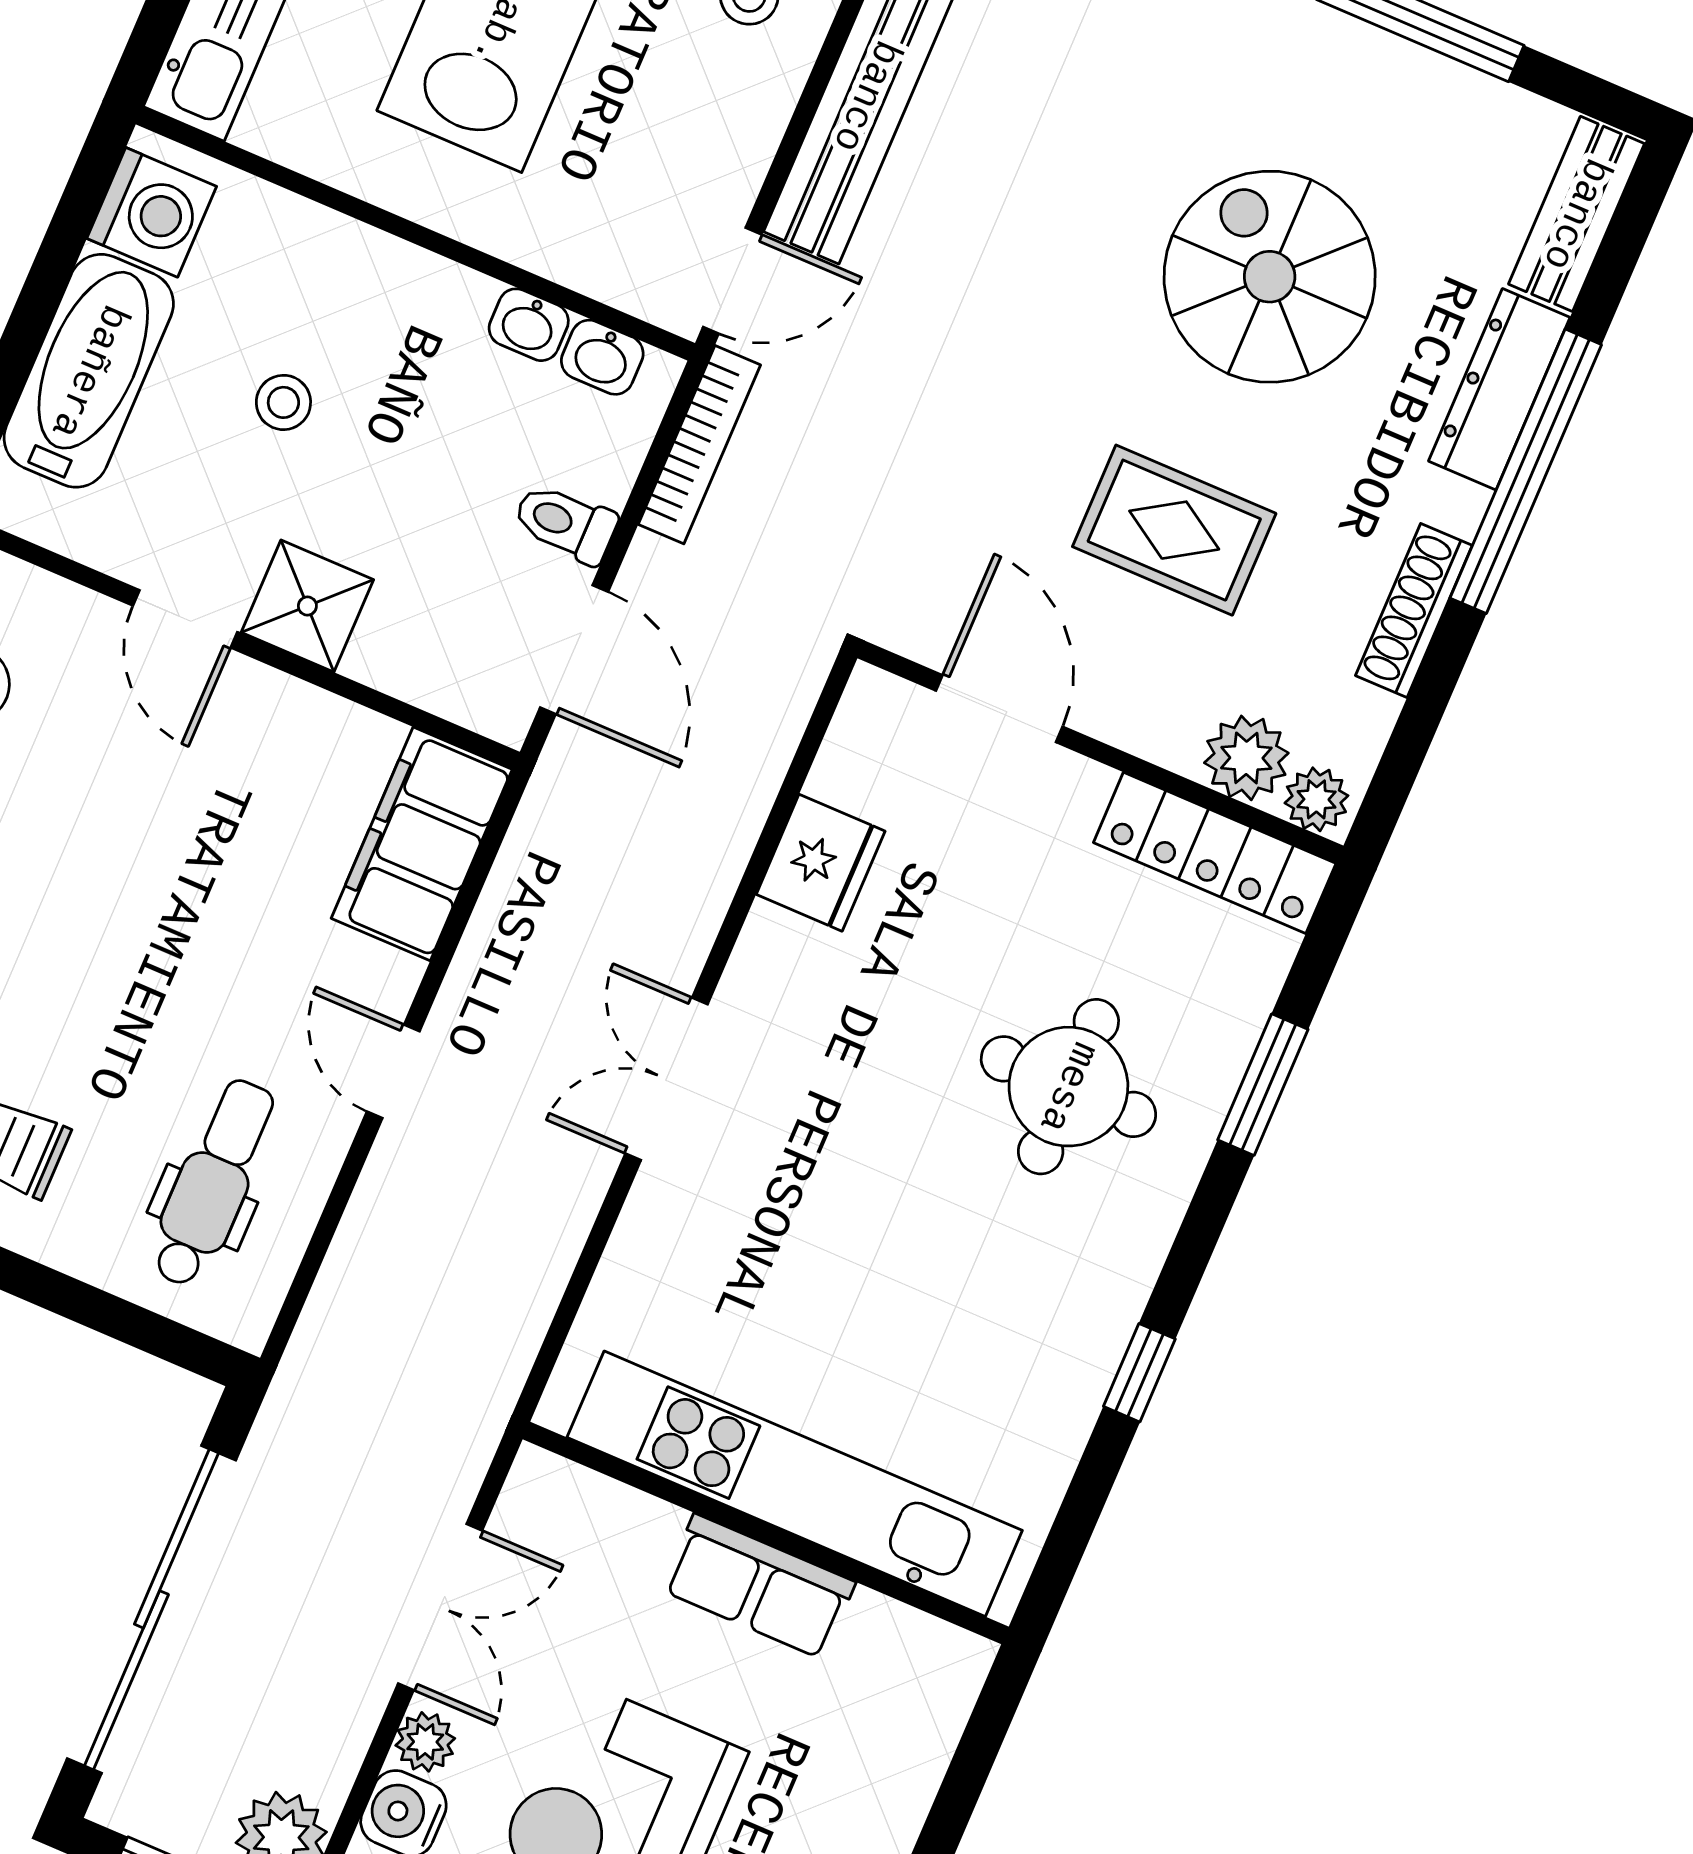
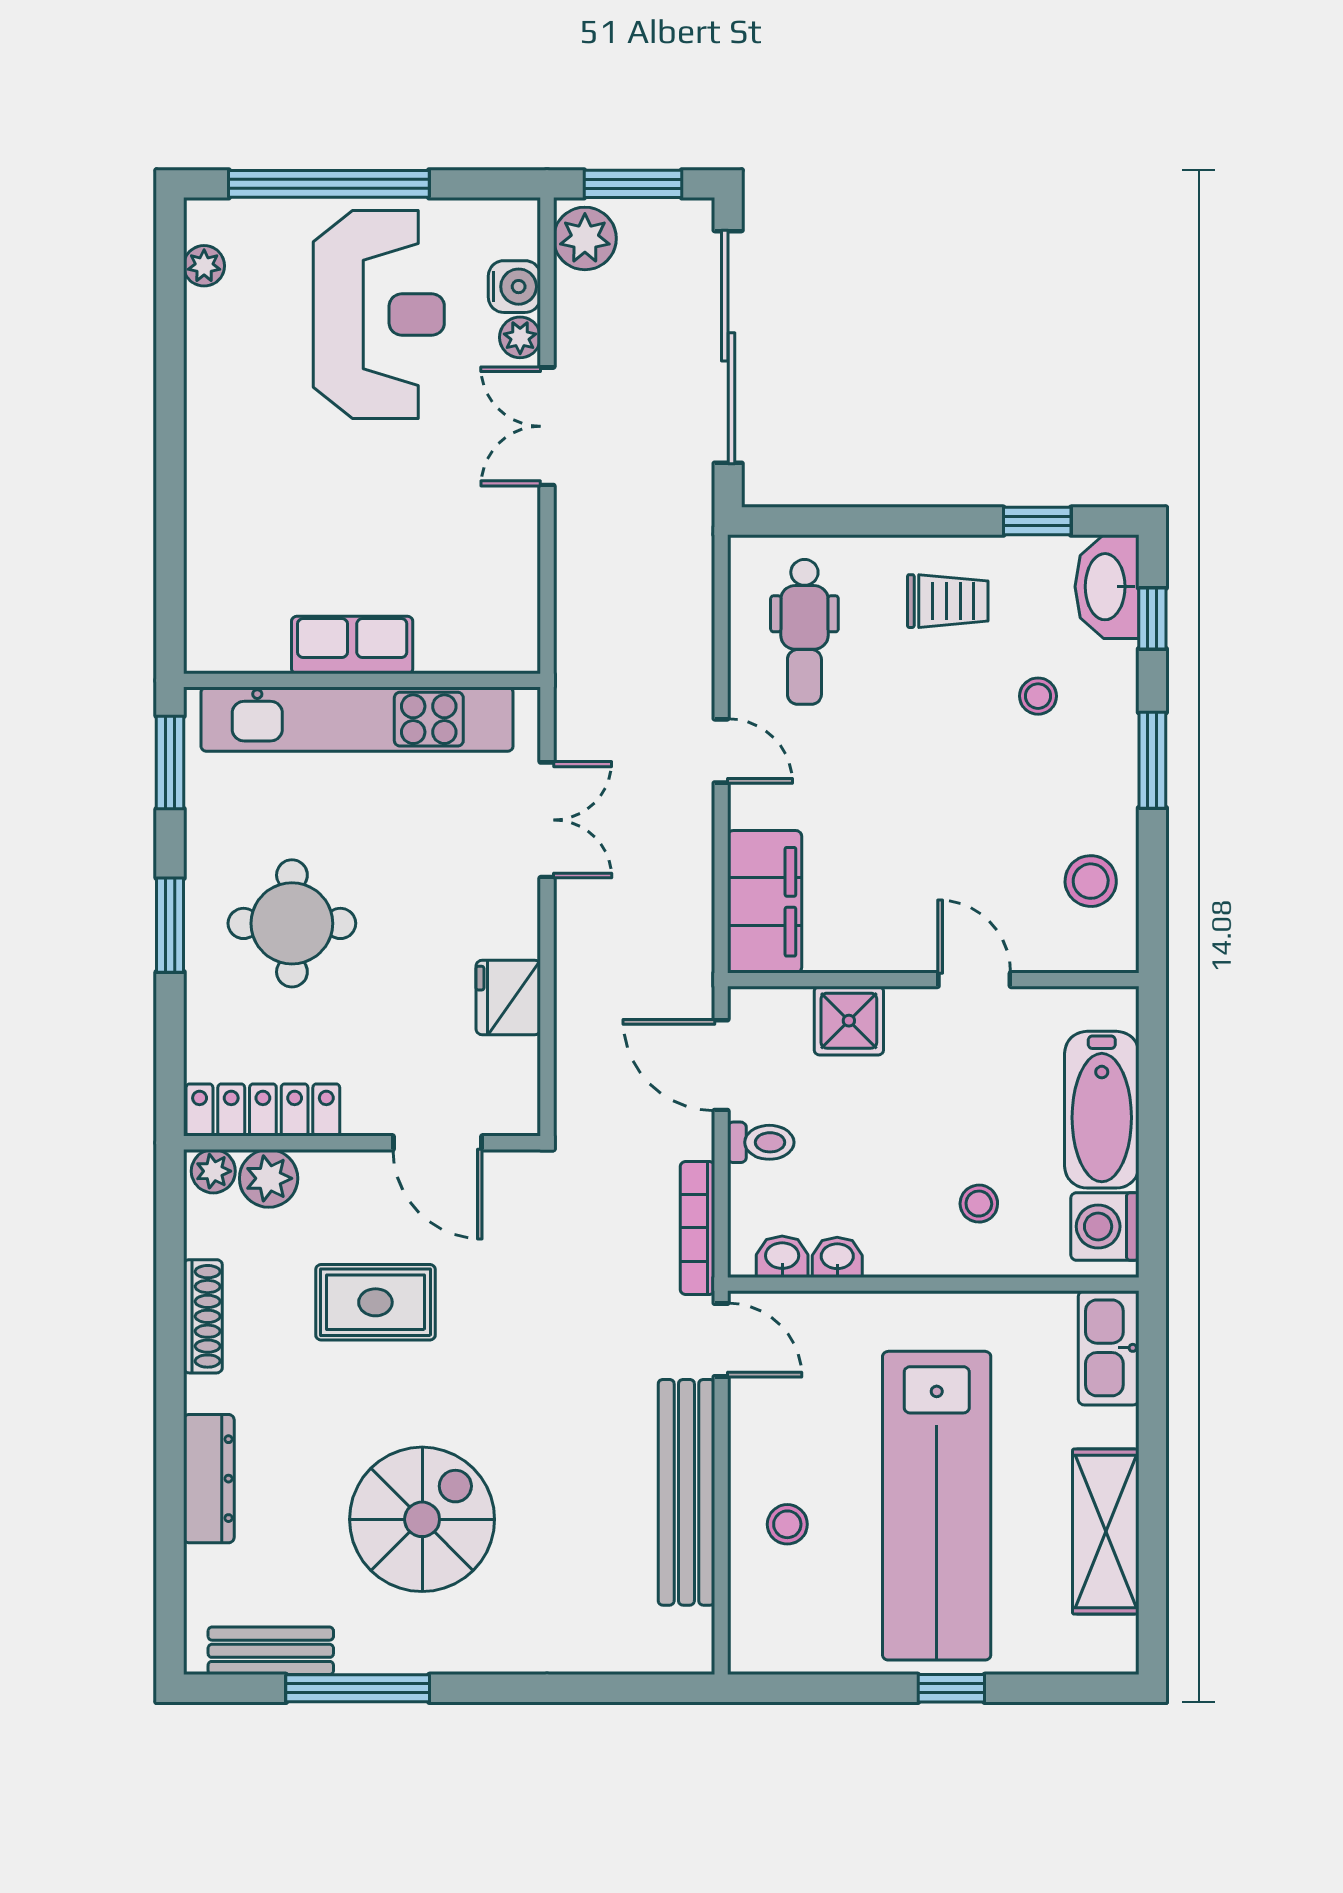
bench: (1576, 214) -> (271, 1651), moved, turned 90
spiral stairs: (1270, 277) -> (422, 1519), moved, turned -90
door: (732, 281) -> (721, 1340), swing flipped
stool: (283, 402) -> (979, 1204), moved
window: (1526, 471) -> (170, 1434), removed
shower: (307, 606) -> (849, 1021), moved
window: (1263, 1085) -> (170, 925), moved
window: (1139, 1373) -> (170, 763), width x1.50
kitchen unit: (795, 1484) -> (357, 719), moved
wall: (766, 1533) -> (362, 680), moved
row of seats: (759, 1586) -> (352, 645), moved

